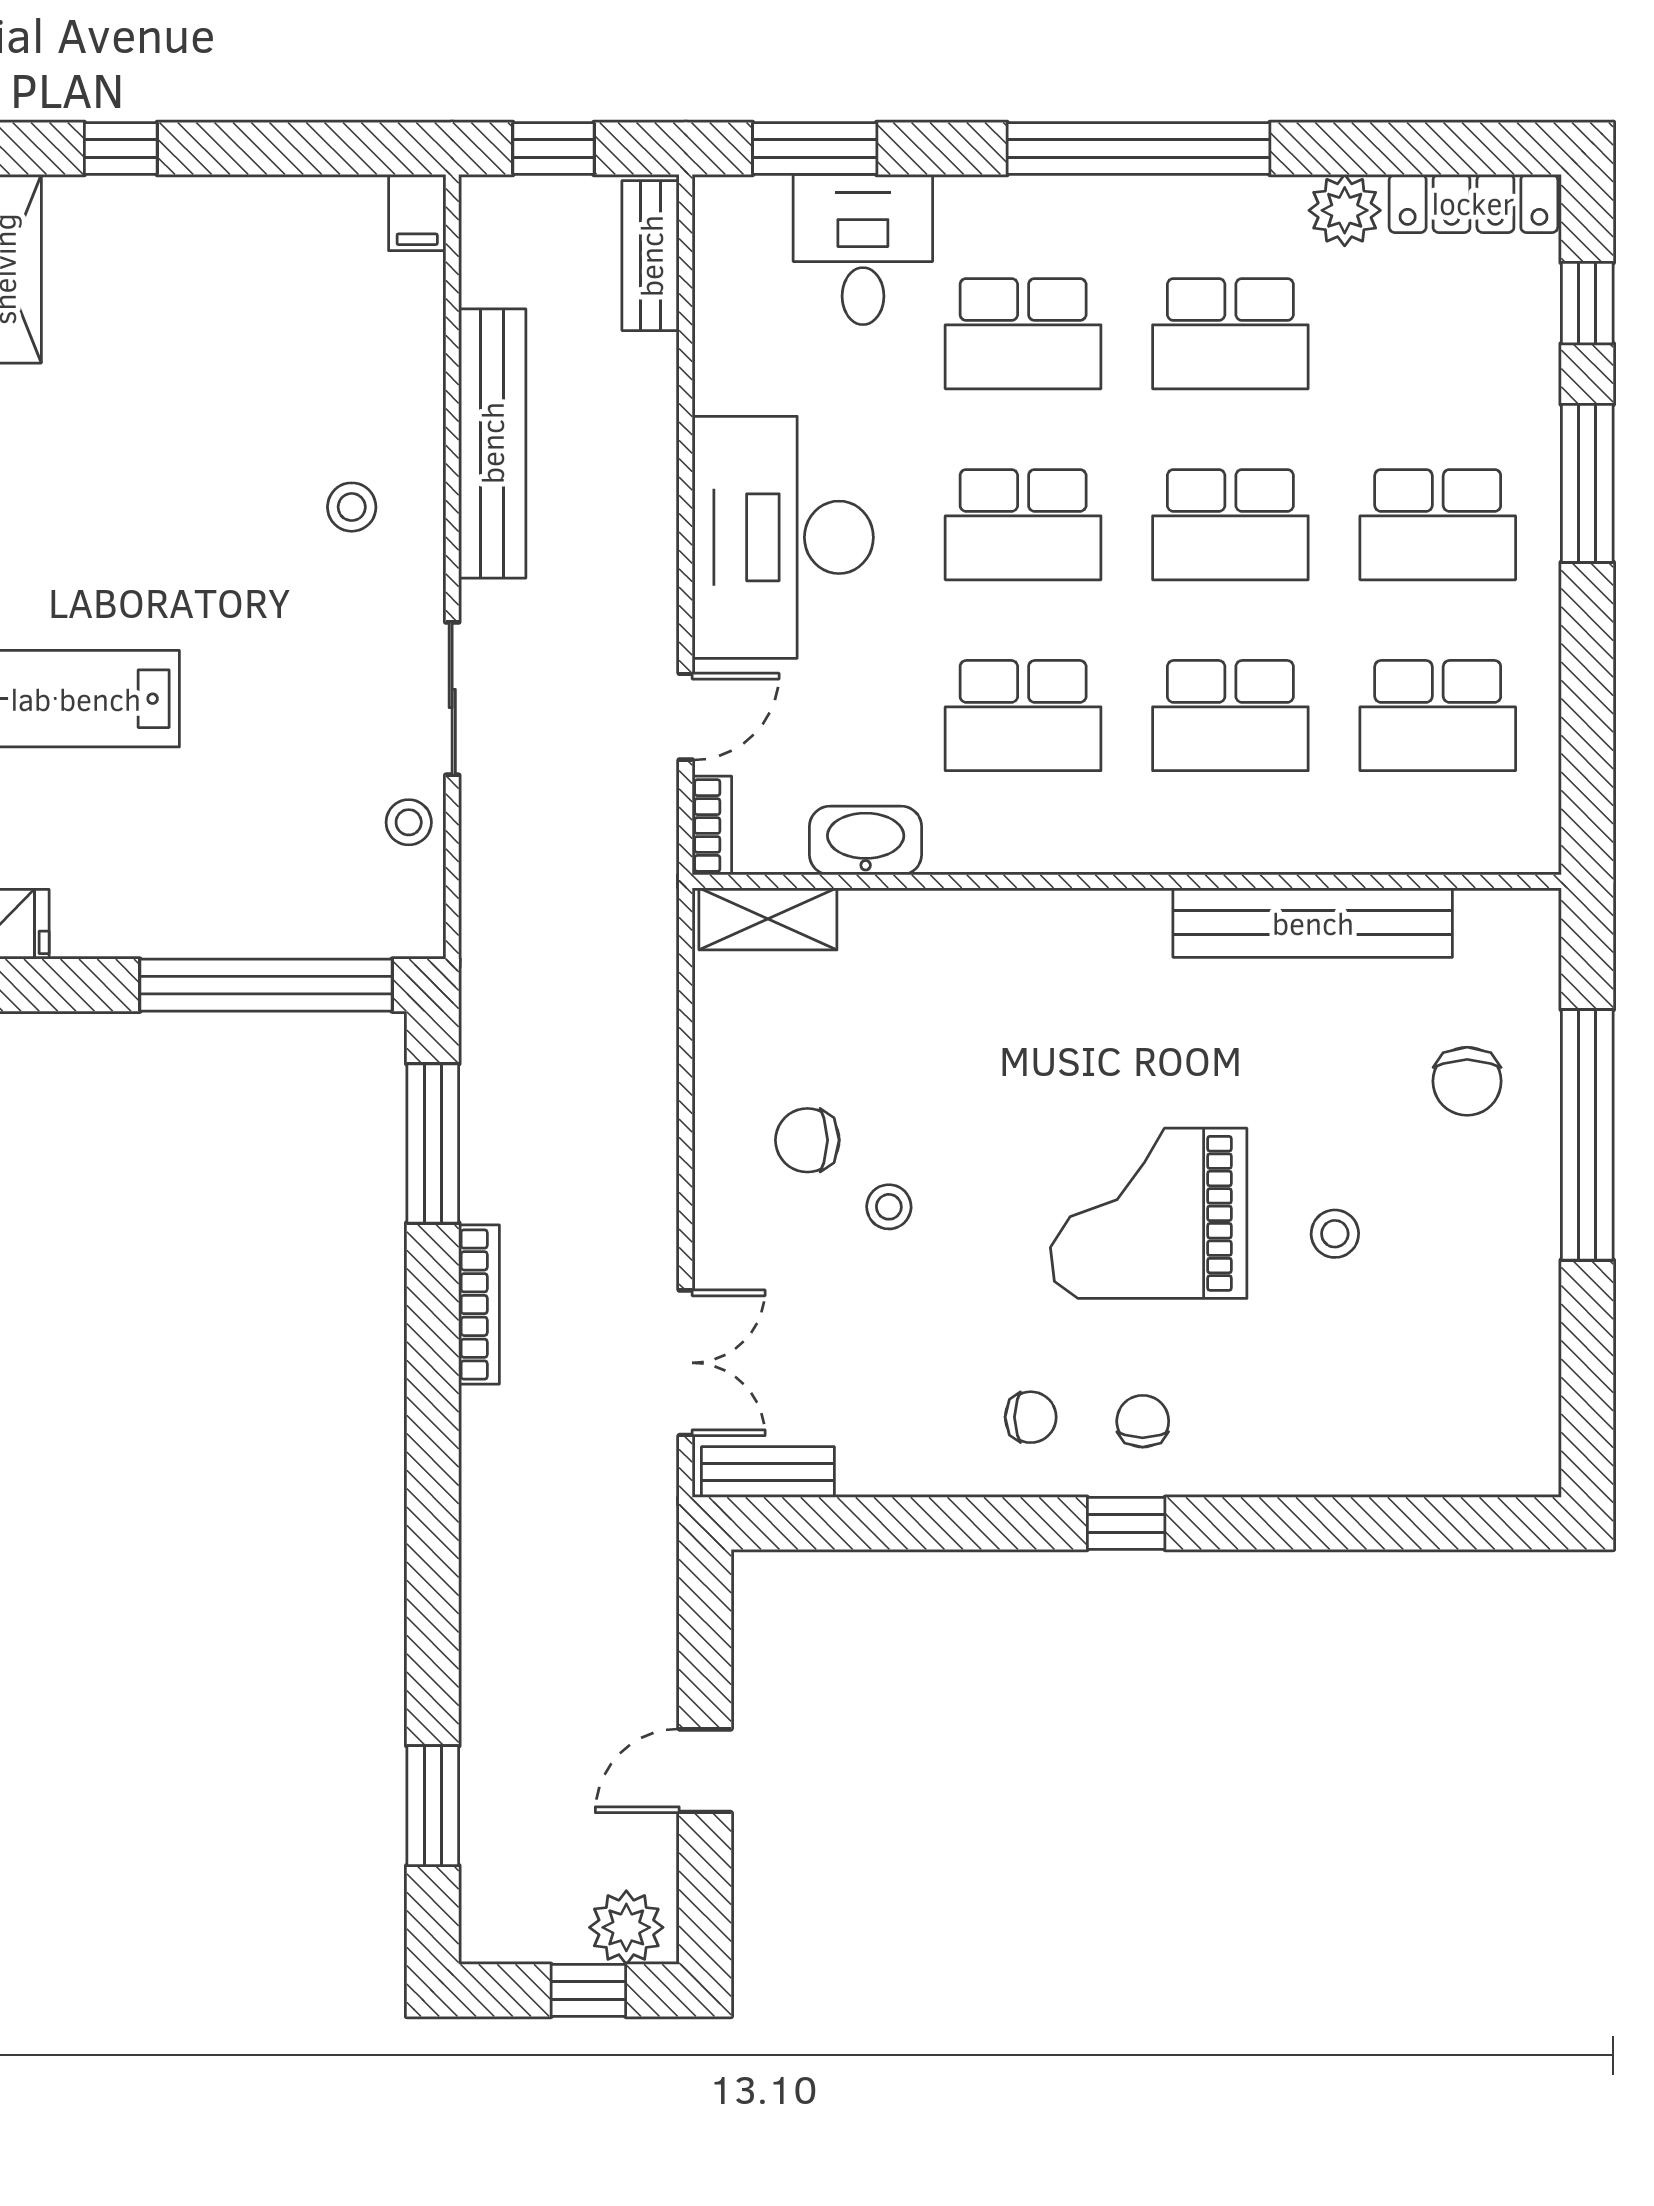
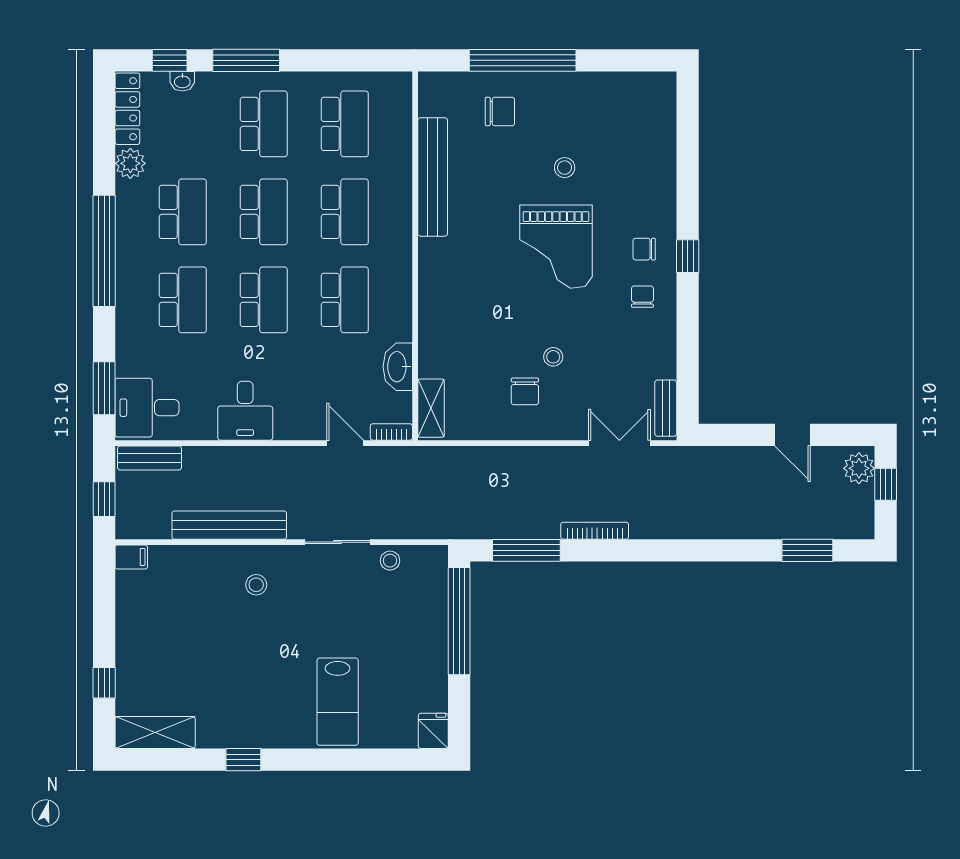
desk: (863, 250) -> (147, 408), moved
washbasin: (1538, 333) -> (182, 81), added
desk: (783, 537) -> (245, 411), width x0.53, depth x0.77

